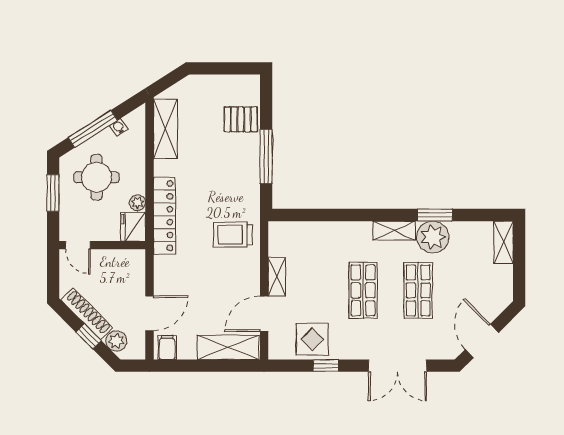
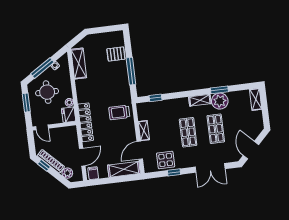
window: (308, 215) -> (156, 98), added
locker: (164, 216) -> (86, 122), moved
window: (89, 336) -> (44, 165), moved

